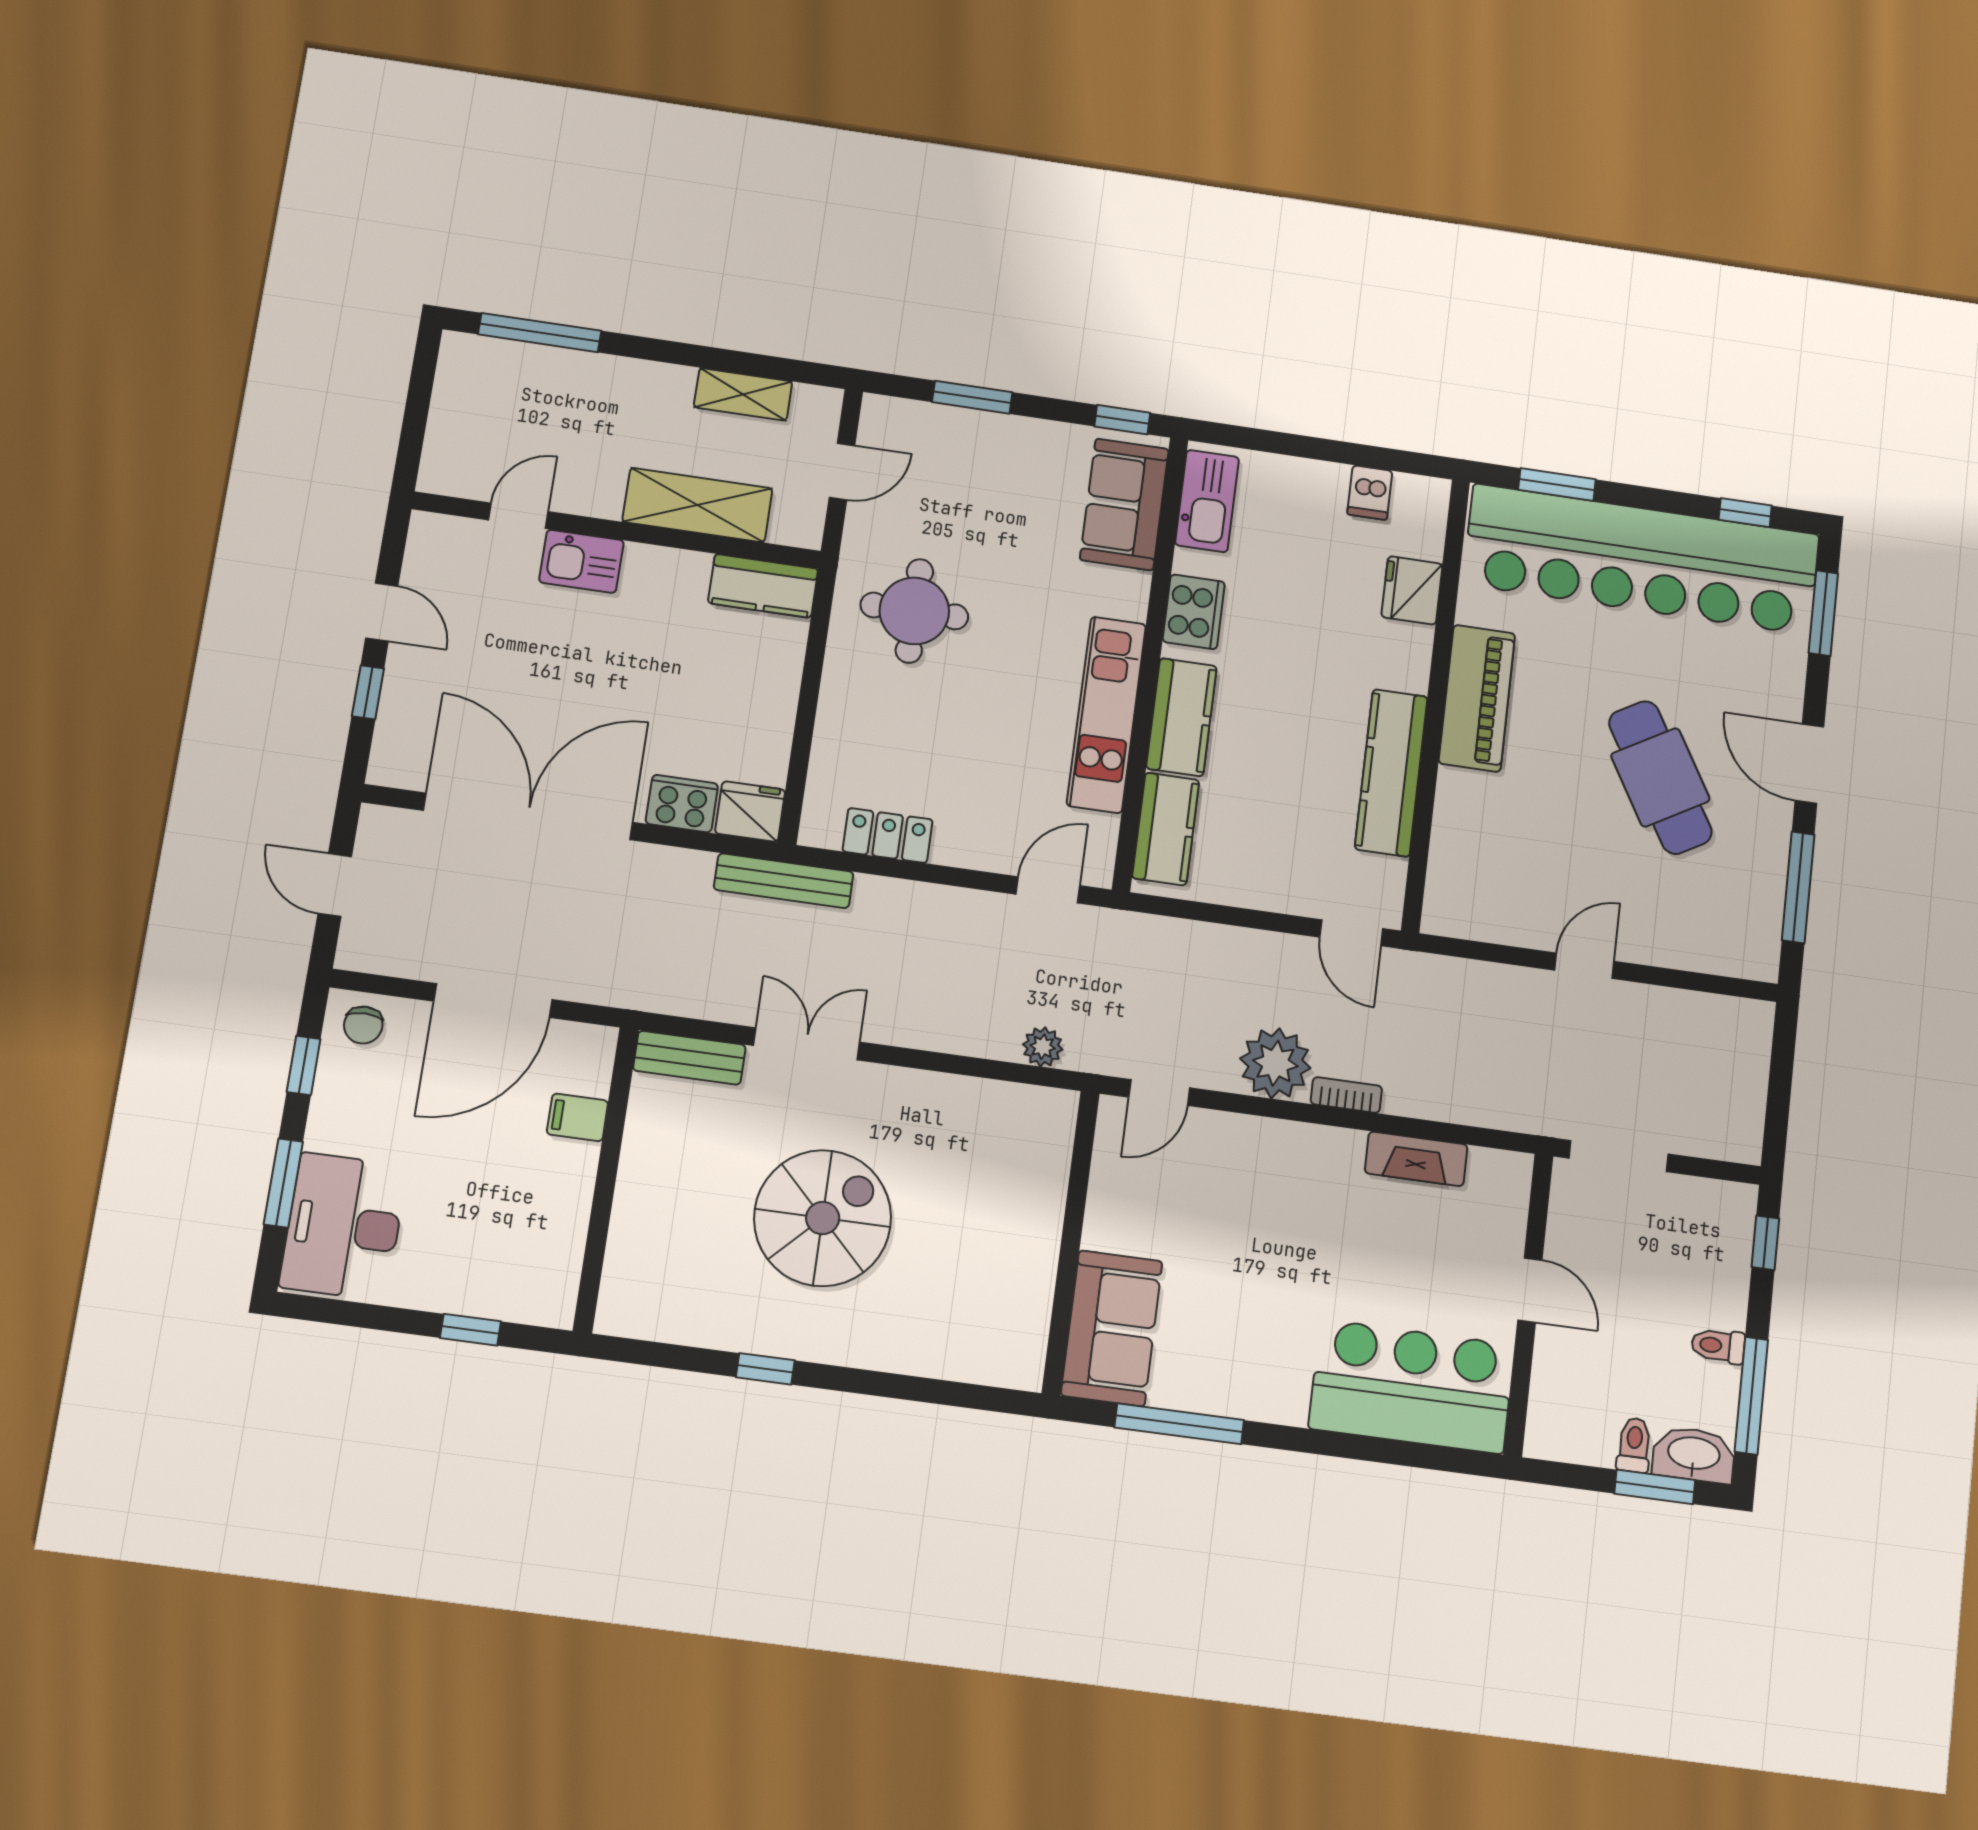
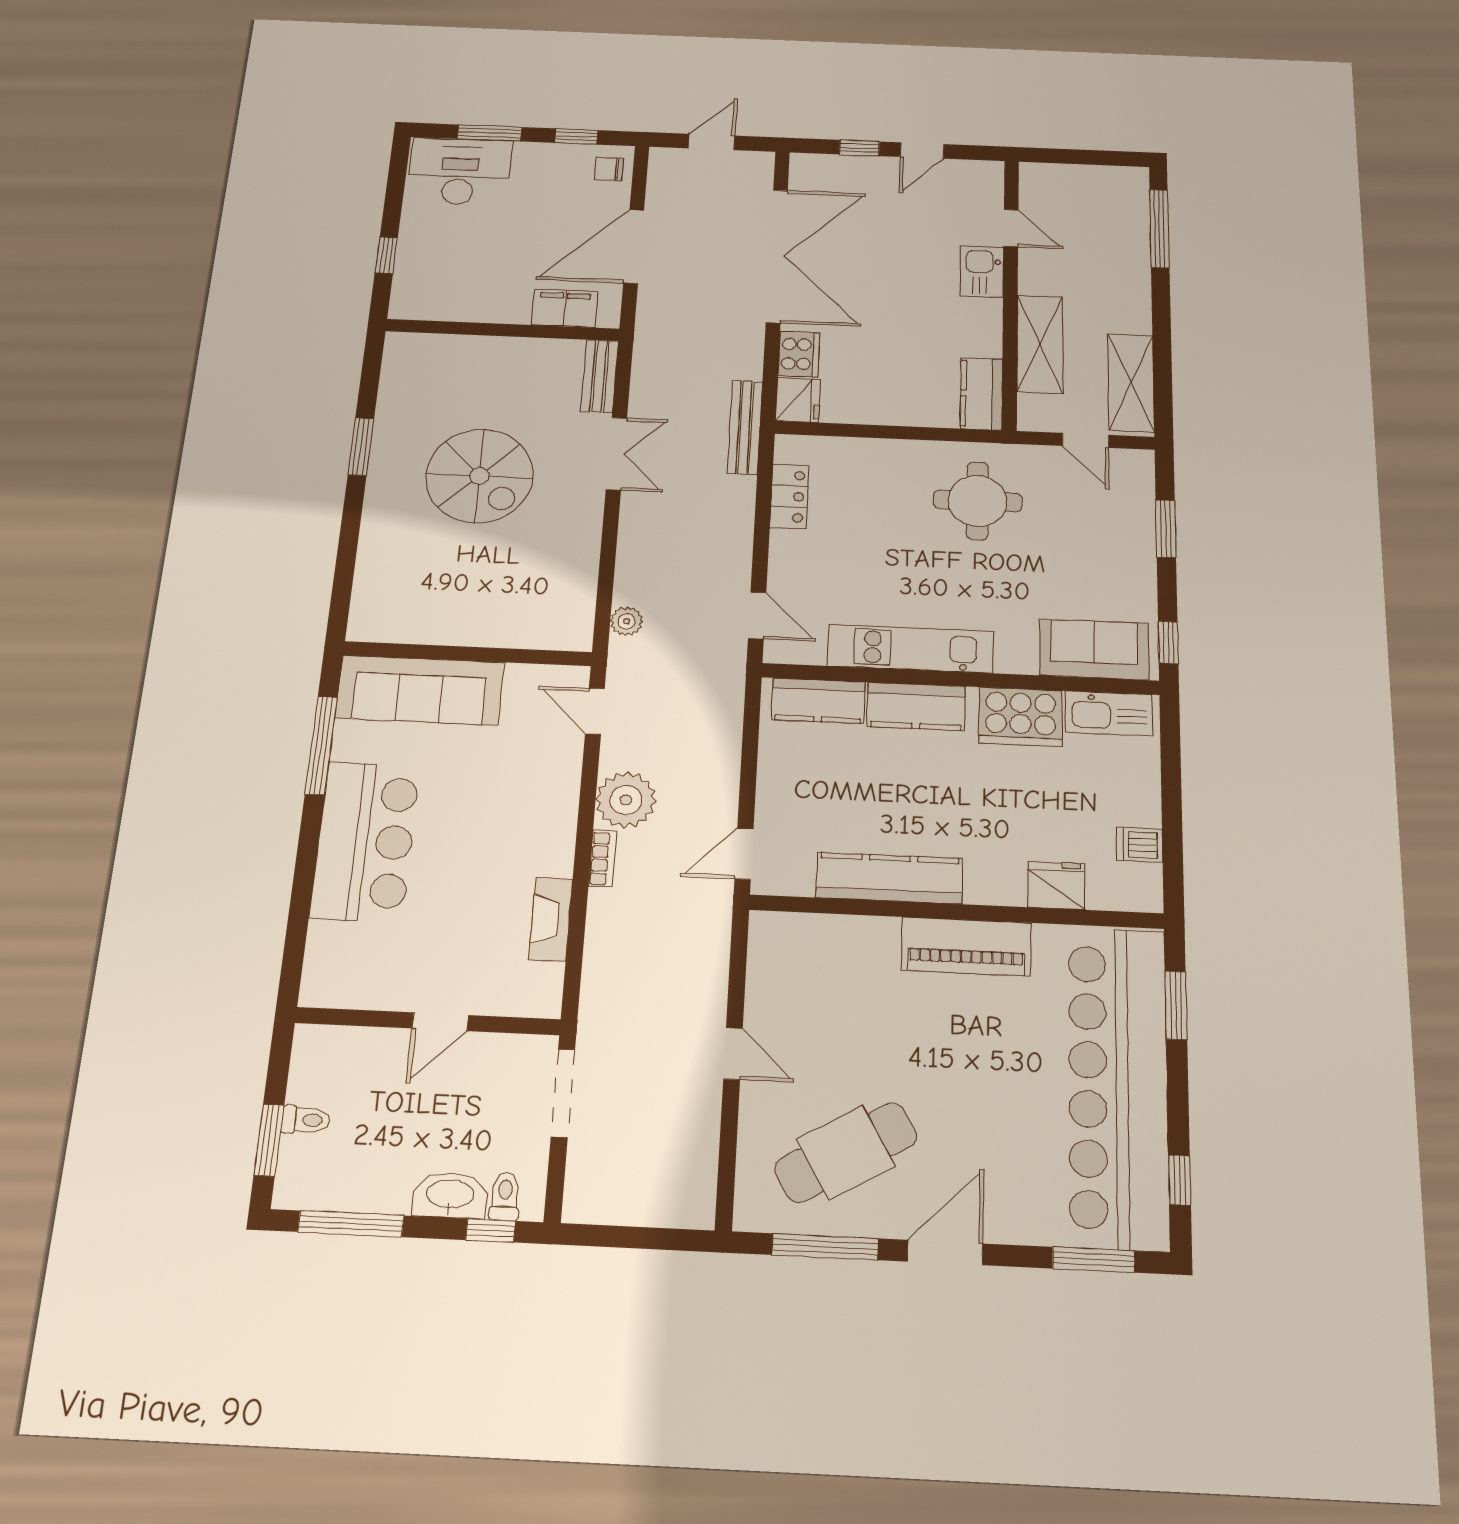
shelving: (743, 394) -> (1131, 383), width x1.50, depth x1.33
cooker: (1194, 612) -> (1021, 717), width x1.37, depth x1.31
cafe table: (1660, 777) -> (846, 1152), moved
door: (493, 1000) -> (634, 246), hinge flipped
filing cabinet: (577, 1117) -> (564, 308), width x2.00
sofa: (1112, 1328) -> (420, 690), width x1.36
toilet: (1718, 1346) -> (505, 1196), moved
window: (765, 1369) -> (361, 447), width x1.50
bar counter: (1412, 1387) -> (365, 841), moved
washbasin: (1694, 1455) -> (450, 1195), moved, turned -90

